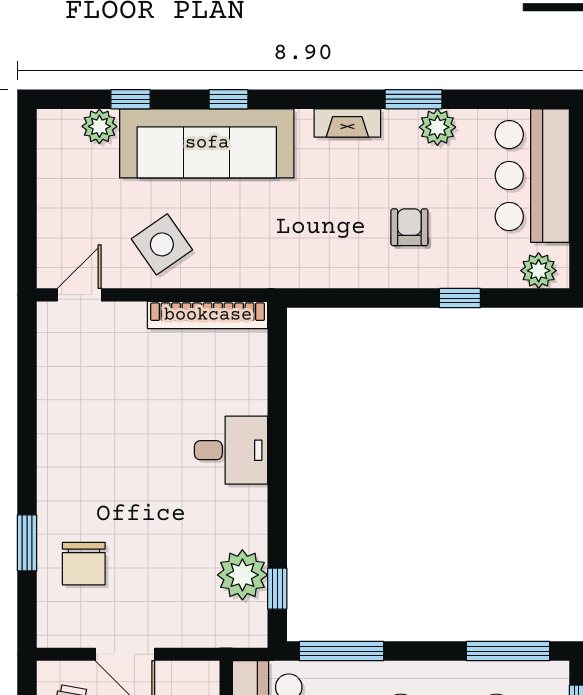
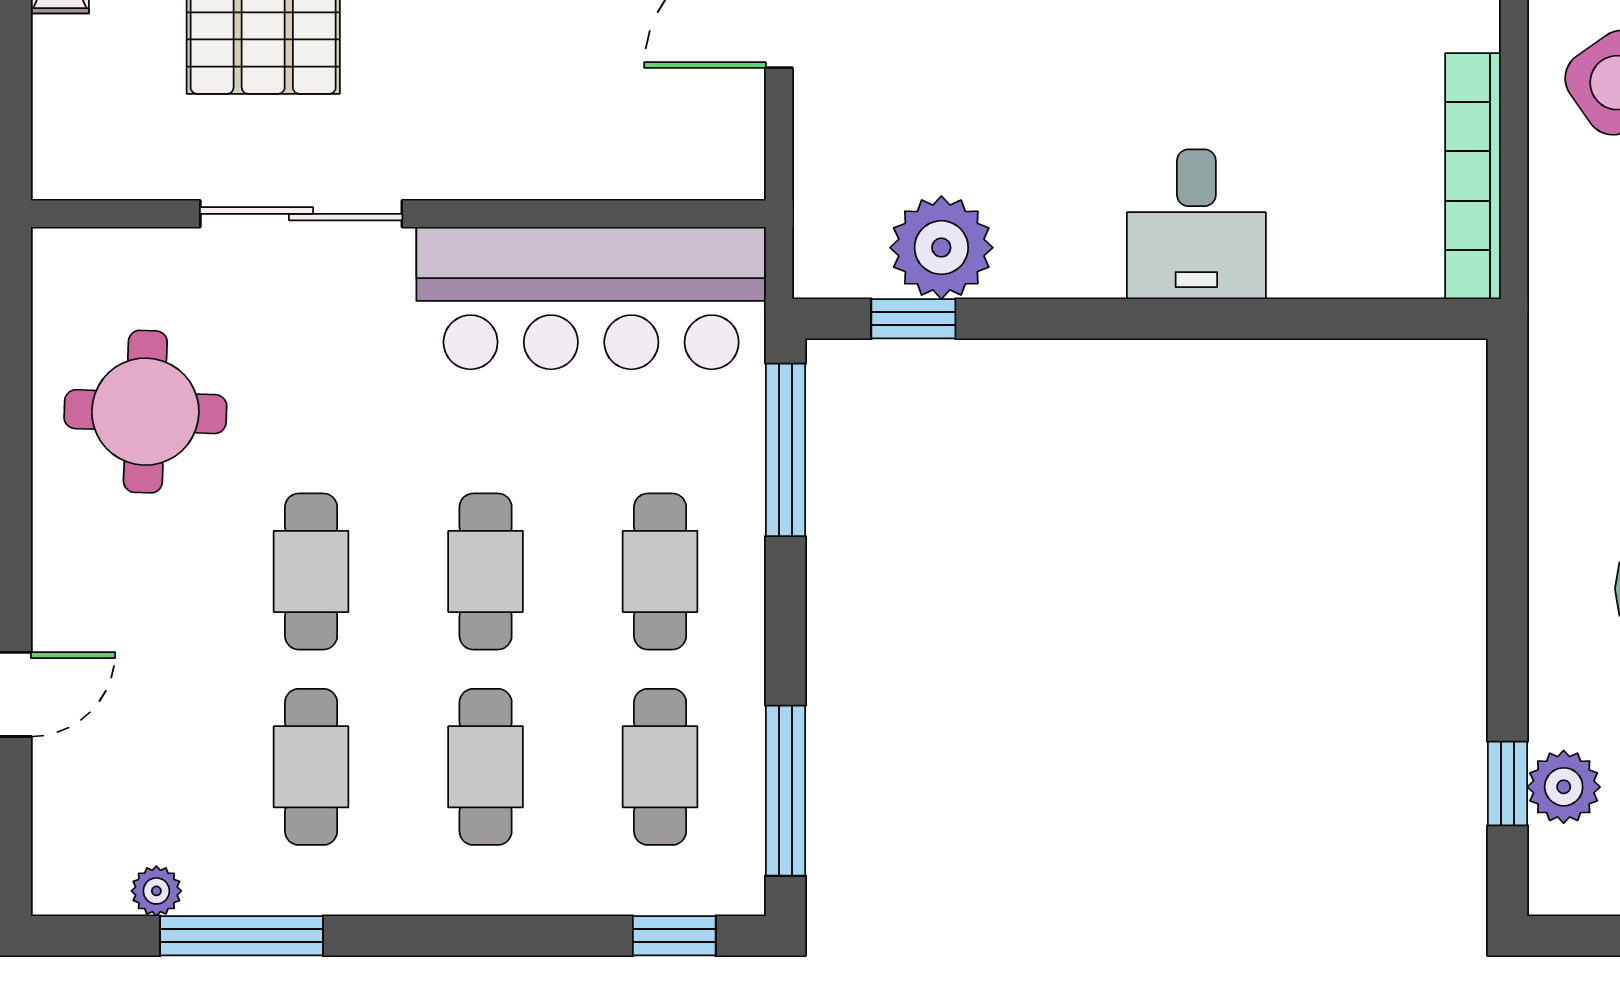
plant: (539, 271) -> (1564, 787), moved
window: (460, 298) -> (1507, 783), moved

